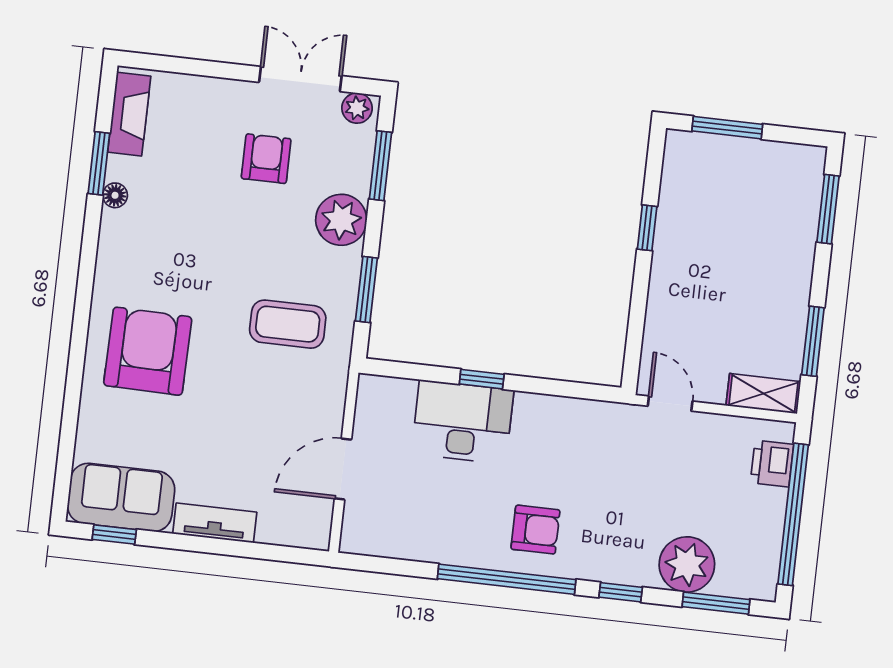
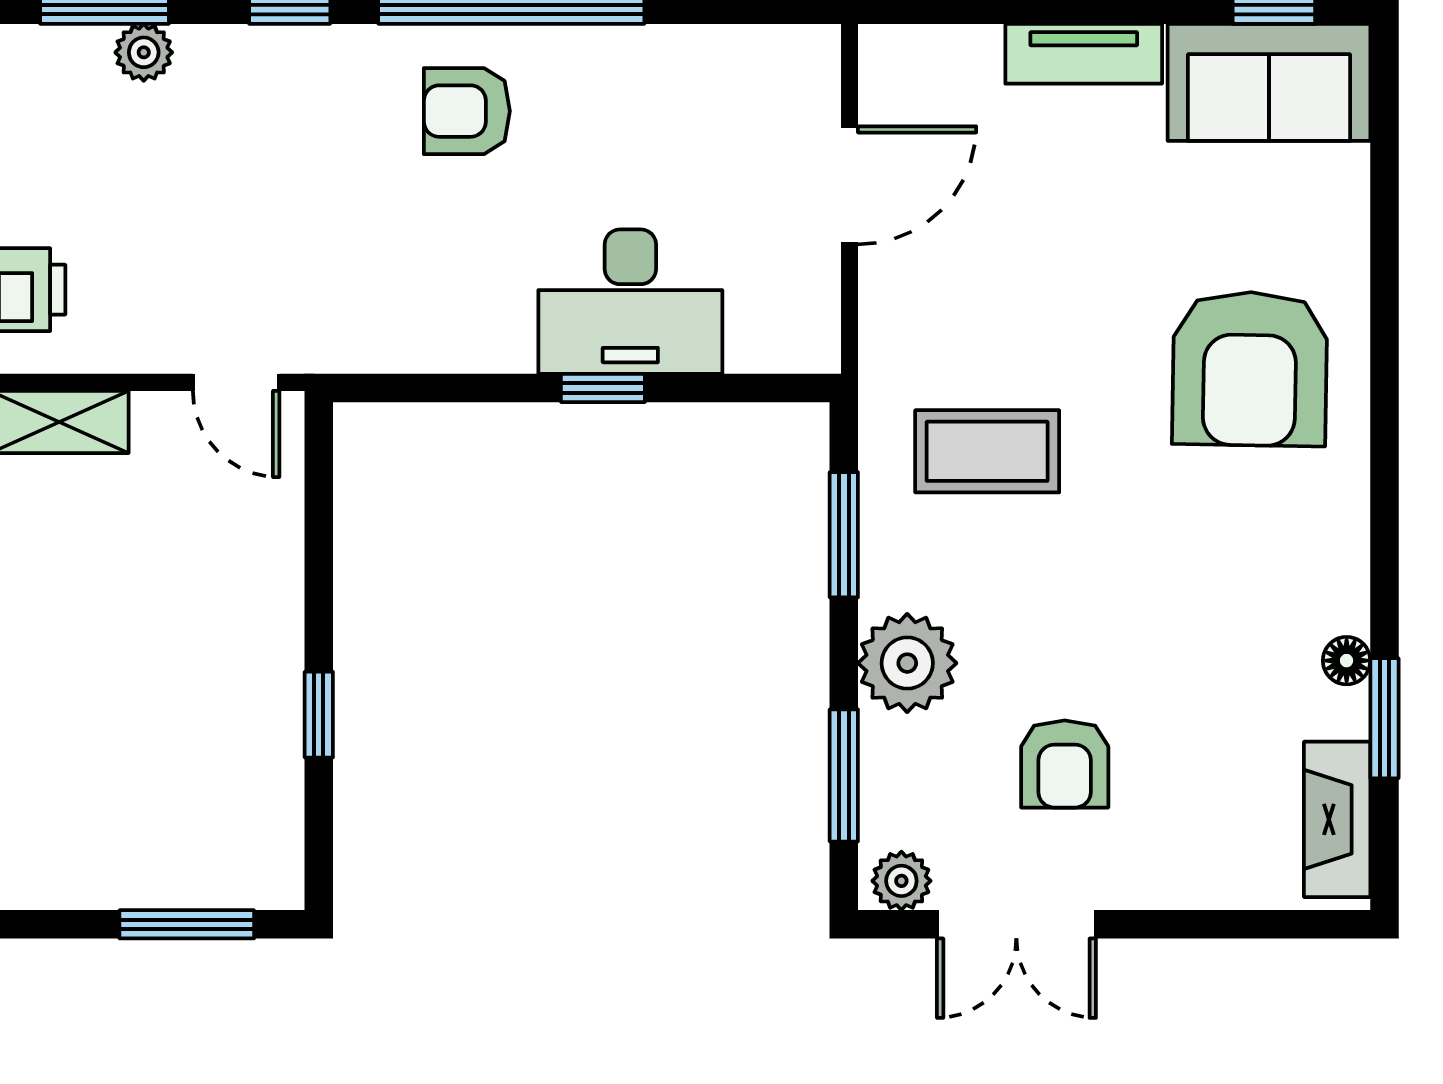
plant: (687, 564) -> (144, 52), width x0.53, depth x0.53

